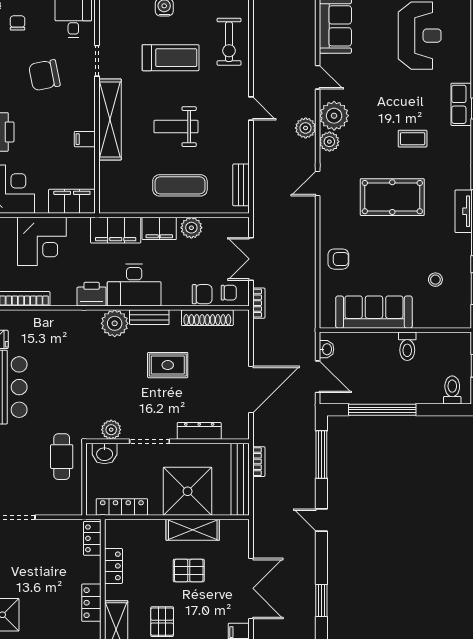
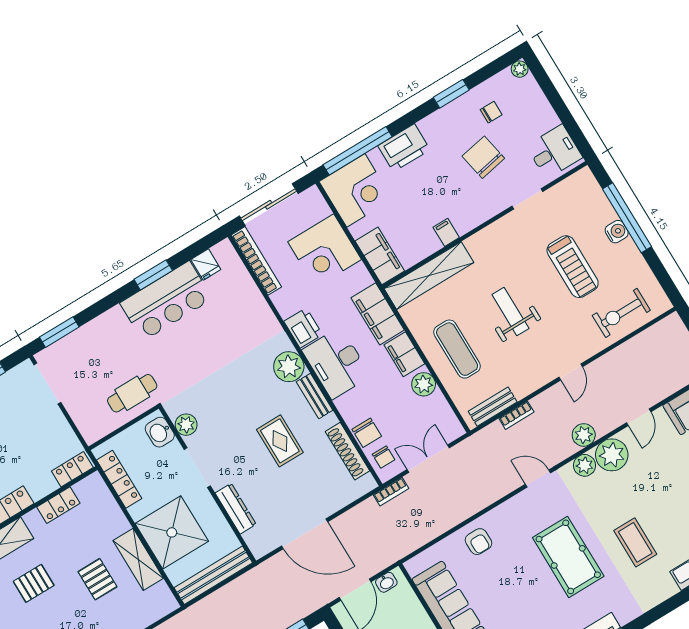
chair: (18, 23) -> (491, 112), moved
shelving: (110, 119) -> (429, 276), moved
coffee table: (413, 139) -> (635, 542), width x1.36, depth x1.30
bookcase: (259, 462) -> (516, 415), moved

